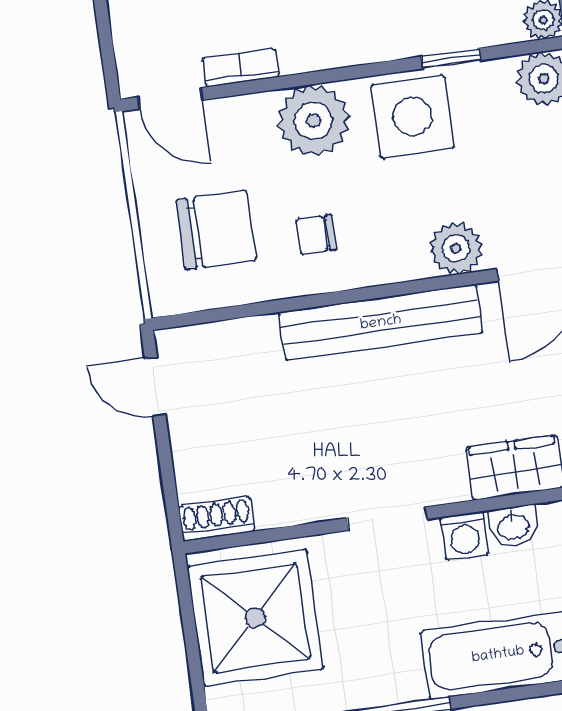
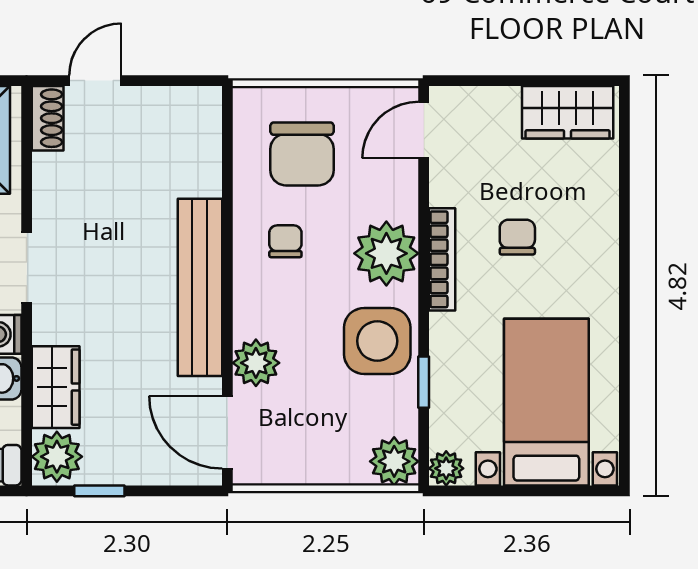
bookcase: (240, 68) -> (442, 259), moved, width x1.56
door: (155, 387) -> (95, 81), moved

